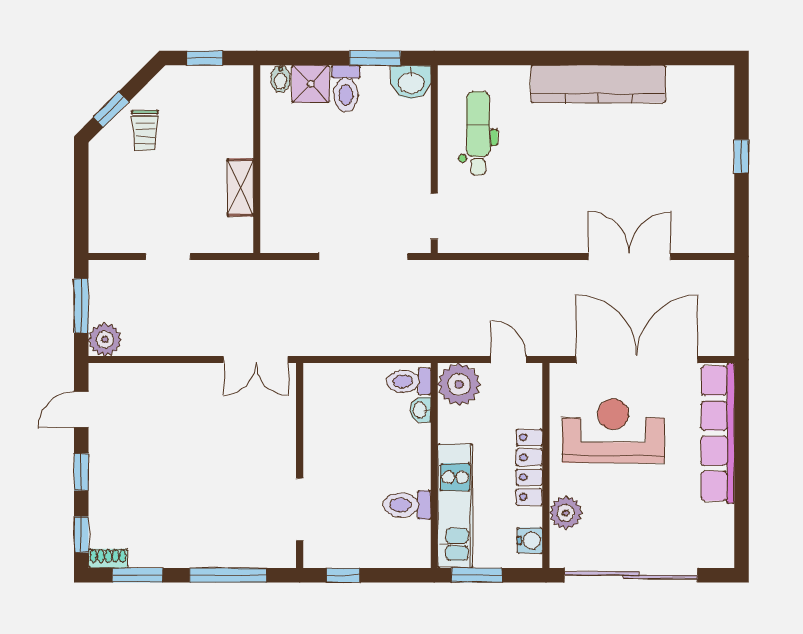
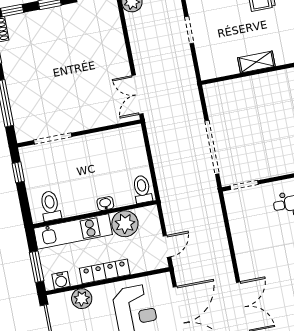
shelving: (240, 187) -> (256, 62), moved
plant: (459, 384) -> (125, 224), moved
washbasin: (420, 410) -> (105, 204), moved
toilet: (407, 505) -> (50, 206), moved
window: (477, 575) -> (37, 267), moved

